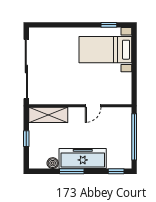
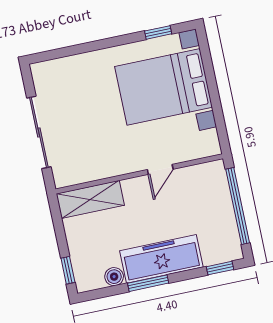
bed with nightstands: (105, 50) -> (164, 87), width x1.36
sliding door: (26, 69) -> (39, 132), width x0.73
window: (26, 139) -> (68, 270), moved

